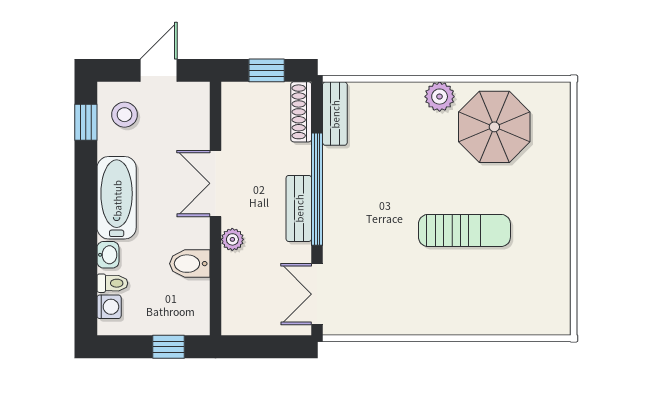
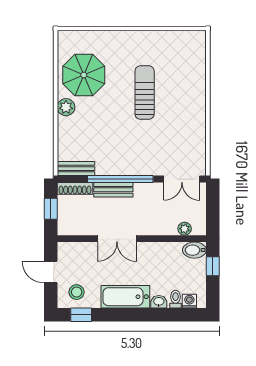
bench: (299, 208) -> (113, 190), moved
plant: (232, 239) -> (185, 229), moved
bidet: (190, 264) -> (194, 250), moved, turned 90

